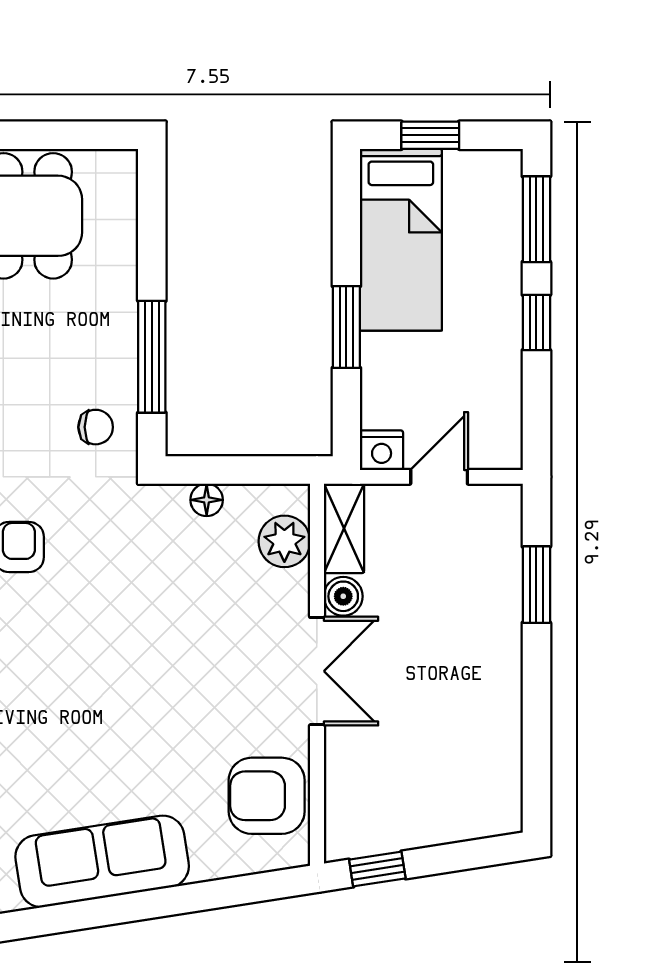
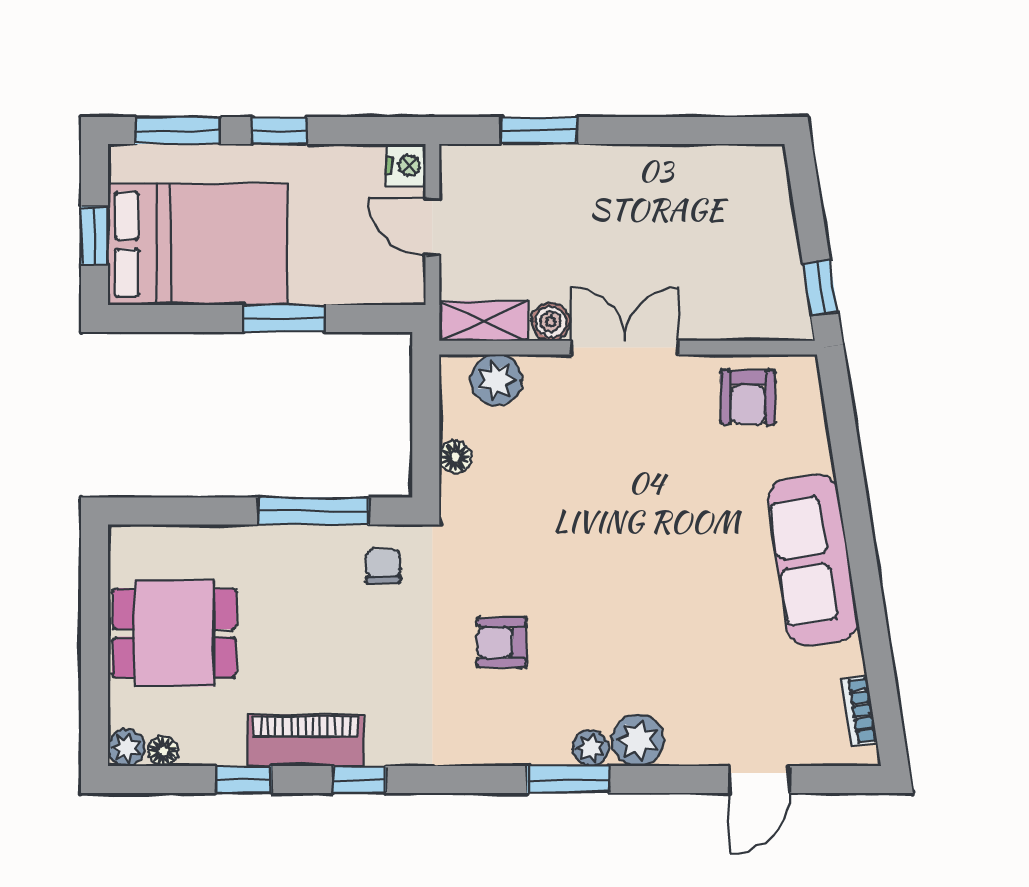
bed: (401, 240) -> (198, 244), width x1.50
nightstand: (382, 450) -> (406, 165), moved
armchair: (267, 796) -> (748, 397), width x0.72, depth x0.72

